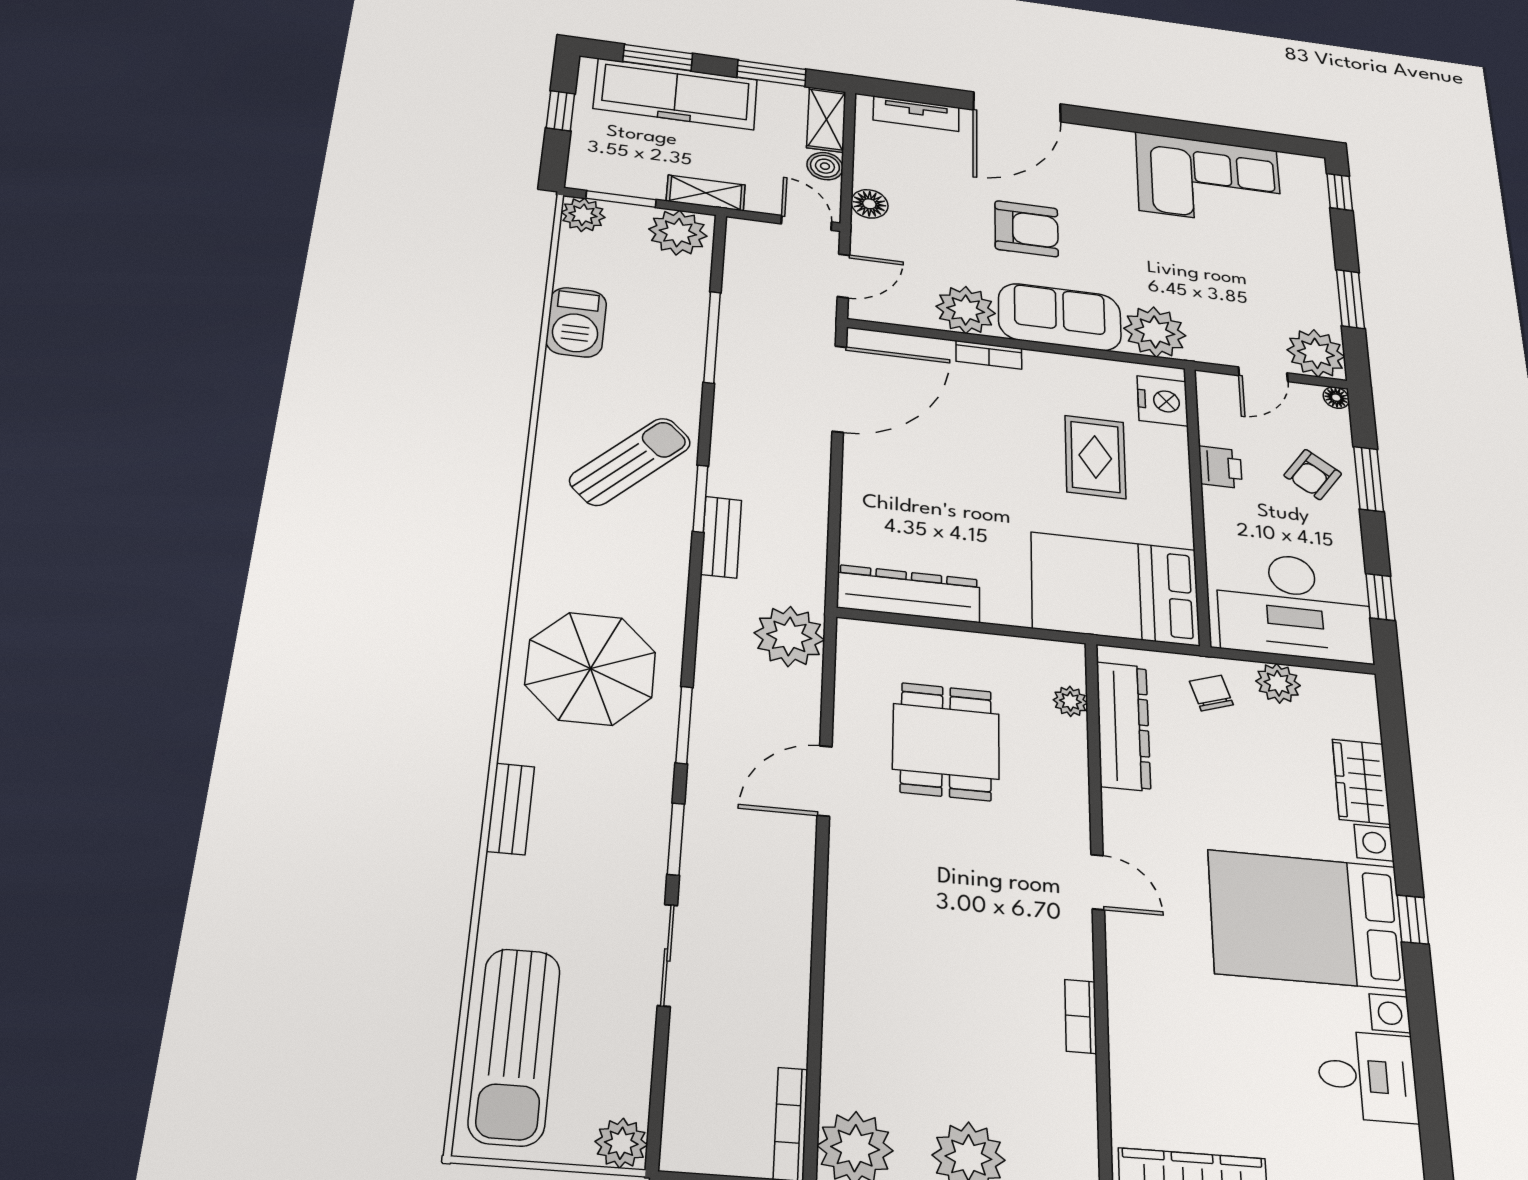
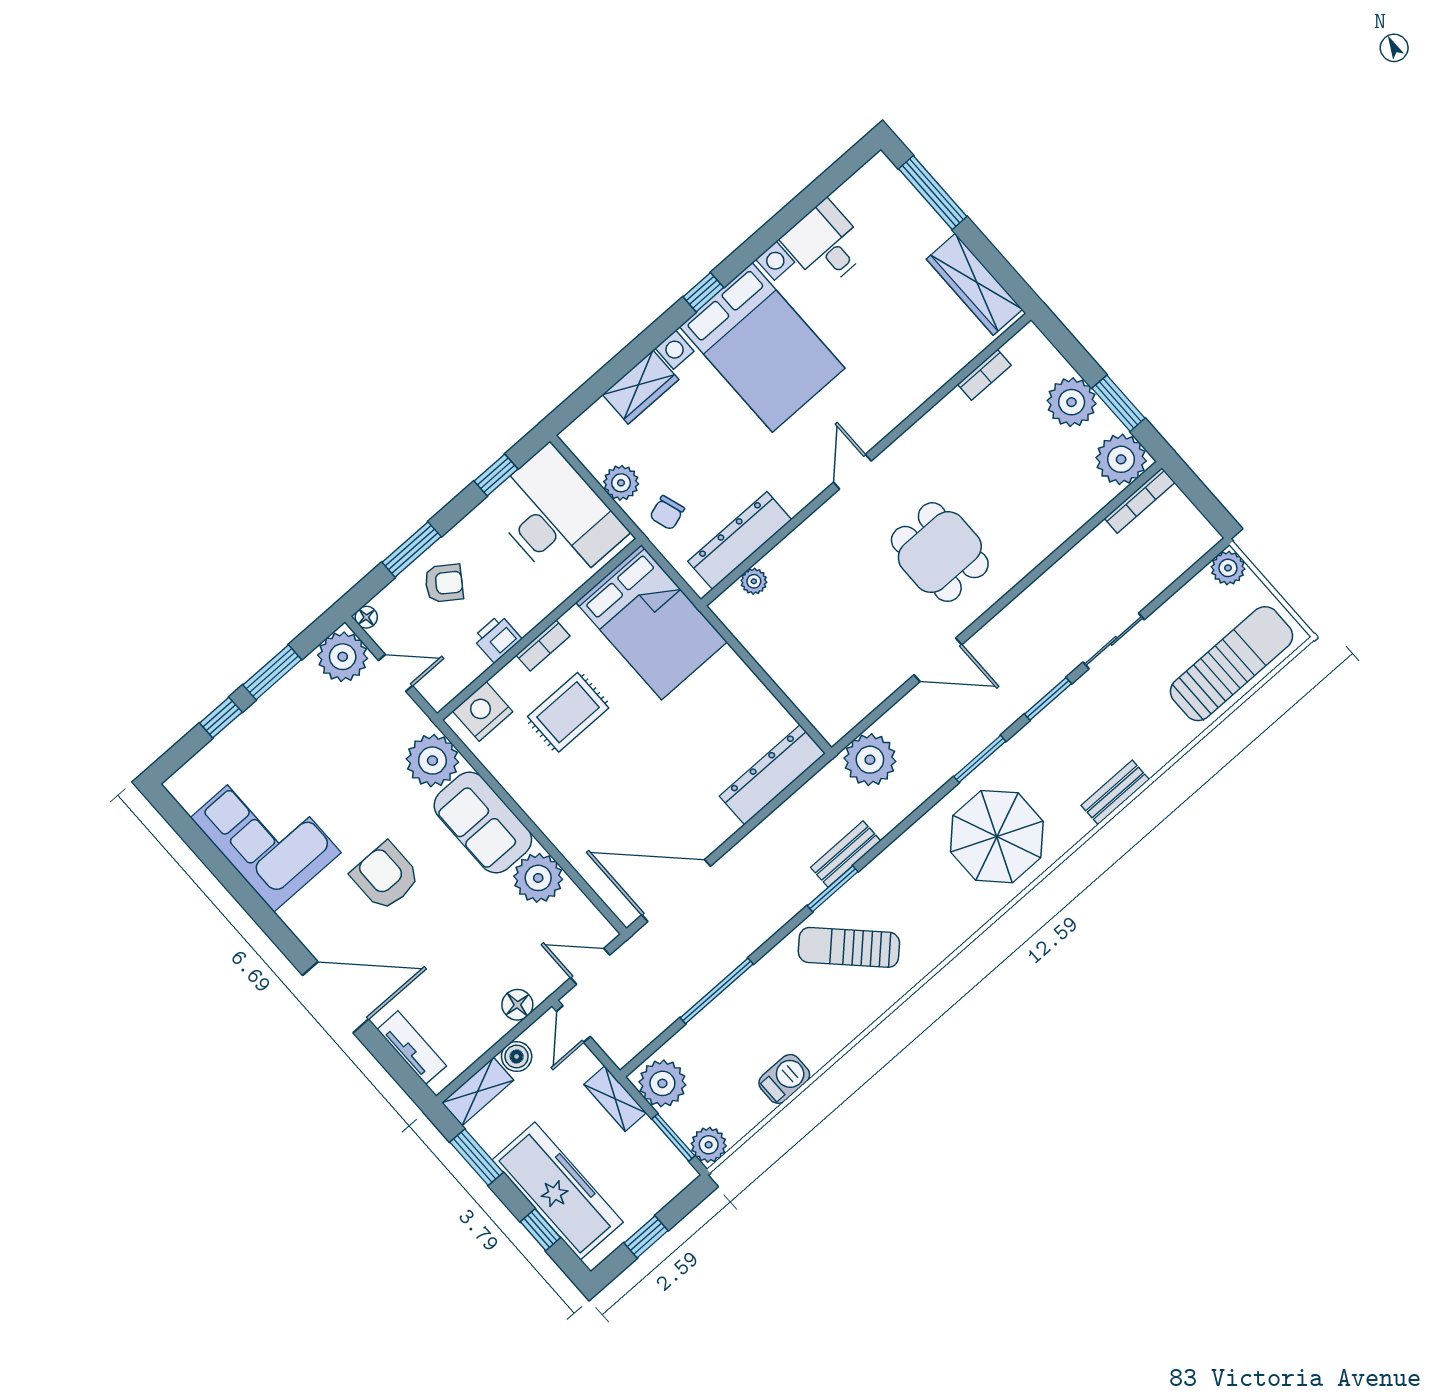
window: (658, 58) -> (540, 1230), width x0.67
window: (1340, 192) -> (221, 718), moved
armchair: (1027, 229) -> (386, 876), moved
barbecue: (576, 322) -> (784, 1079), width x0.73, depth x0.79
bookcase: (989, 355) -> (543, 645), moved, turned 90
dresser: (909, 594) -> (772, 775), moved, turned 90
dining table: (946, 741) -> (940, 552), moved, turned 90
bookcase: (1081, 1016) -> (984, 375), moved

